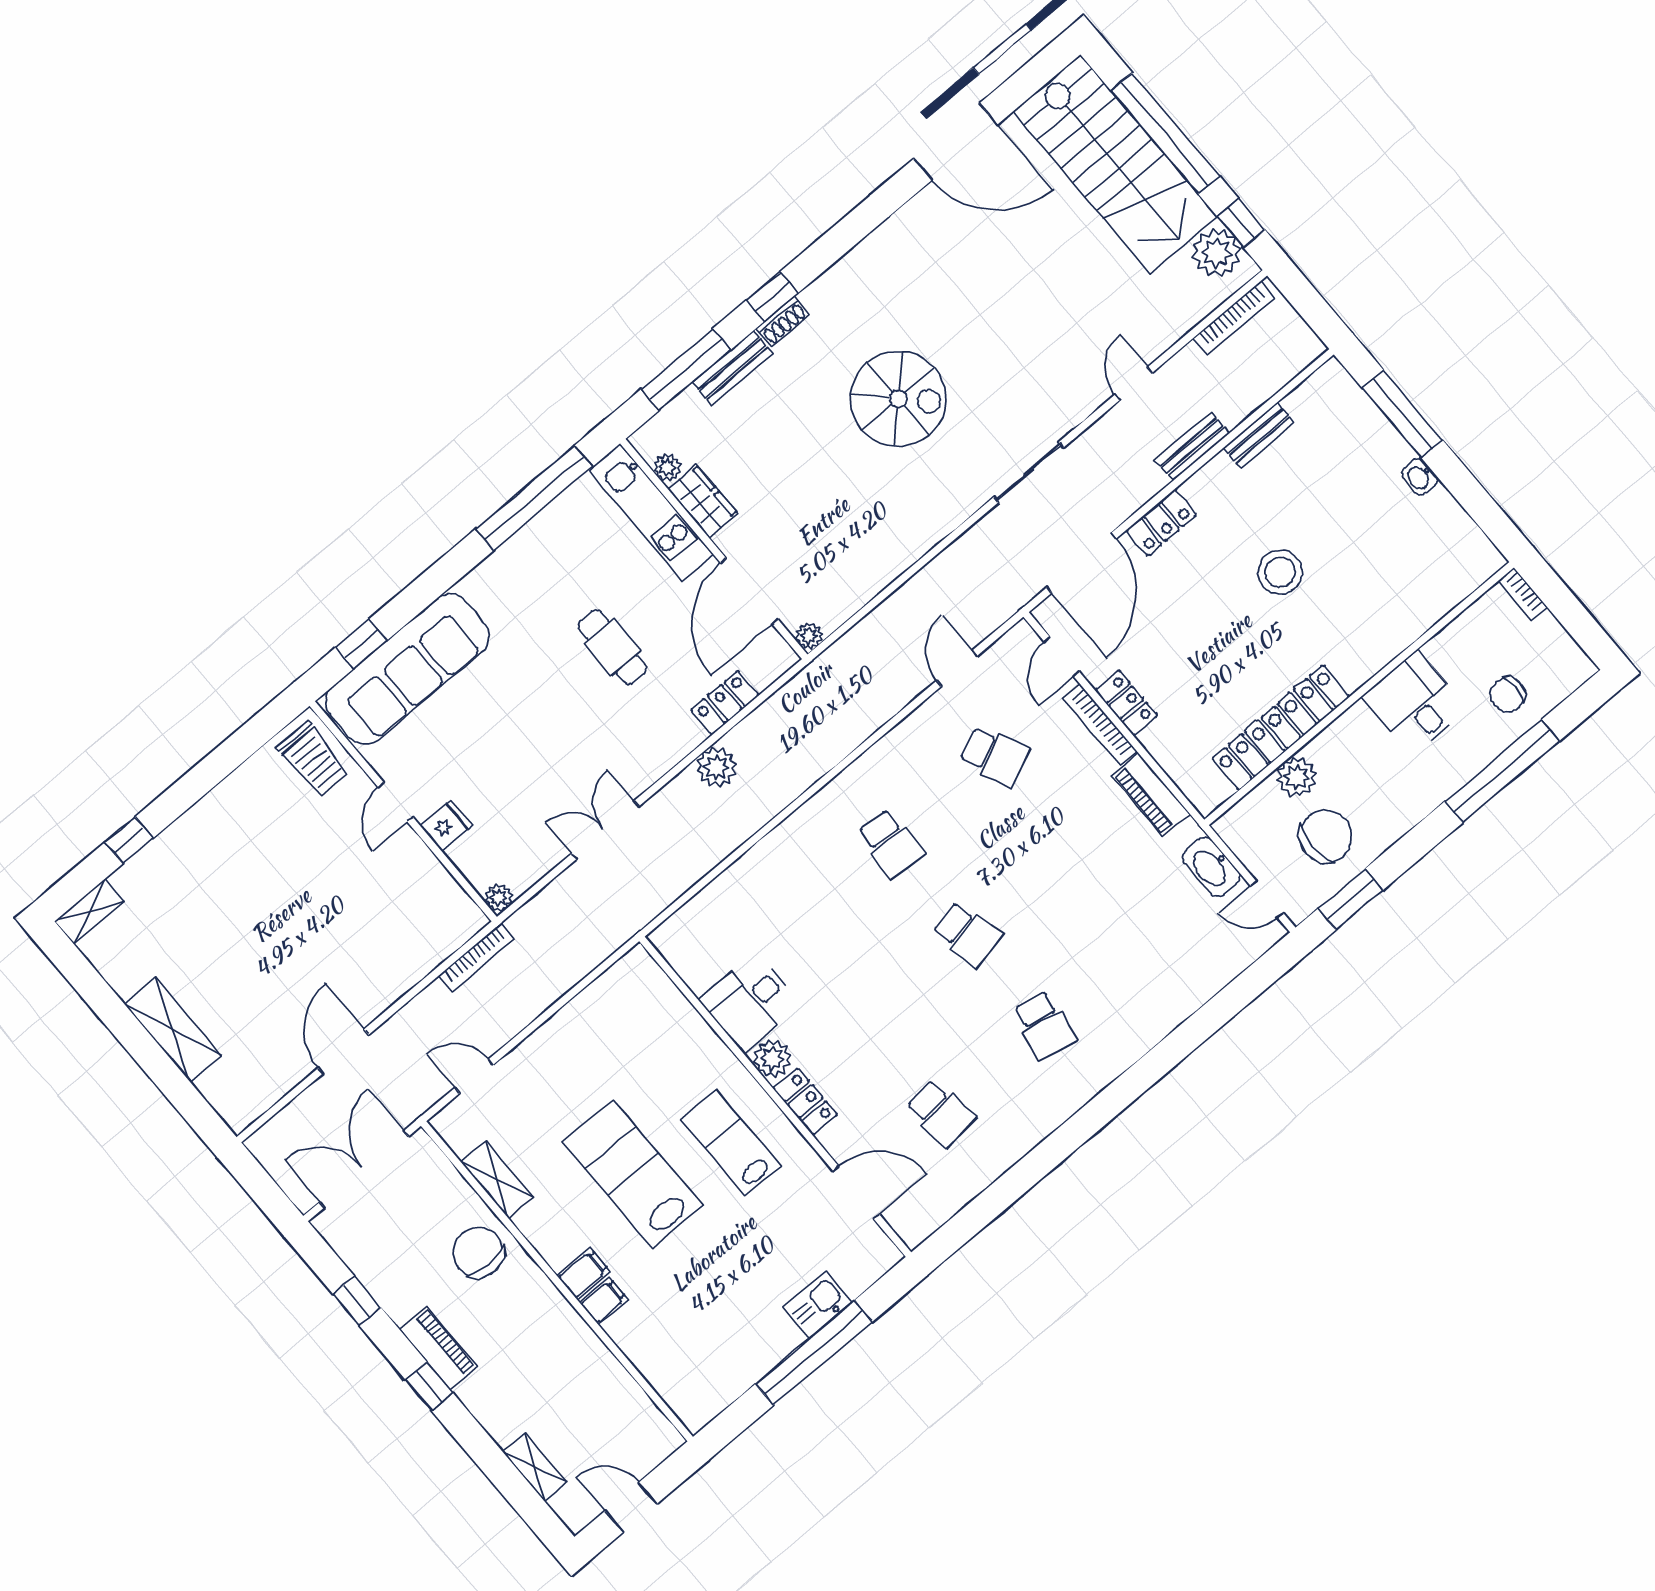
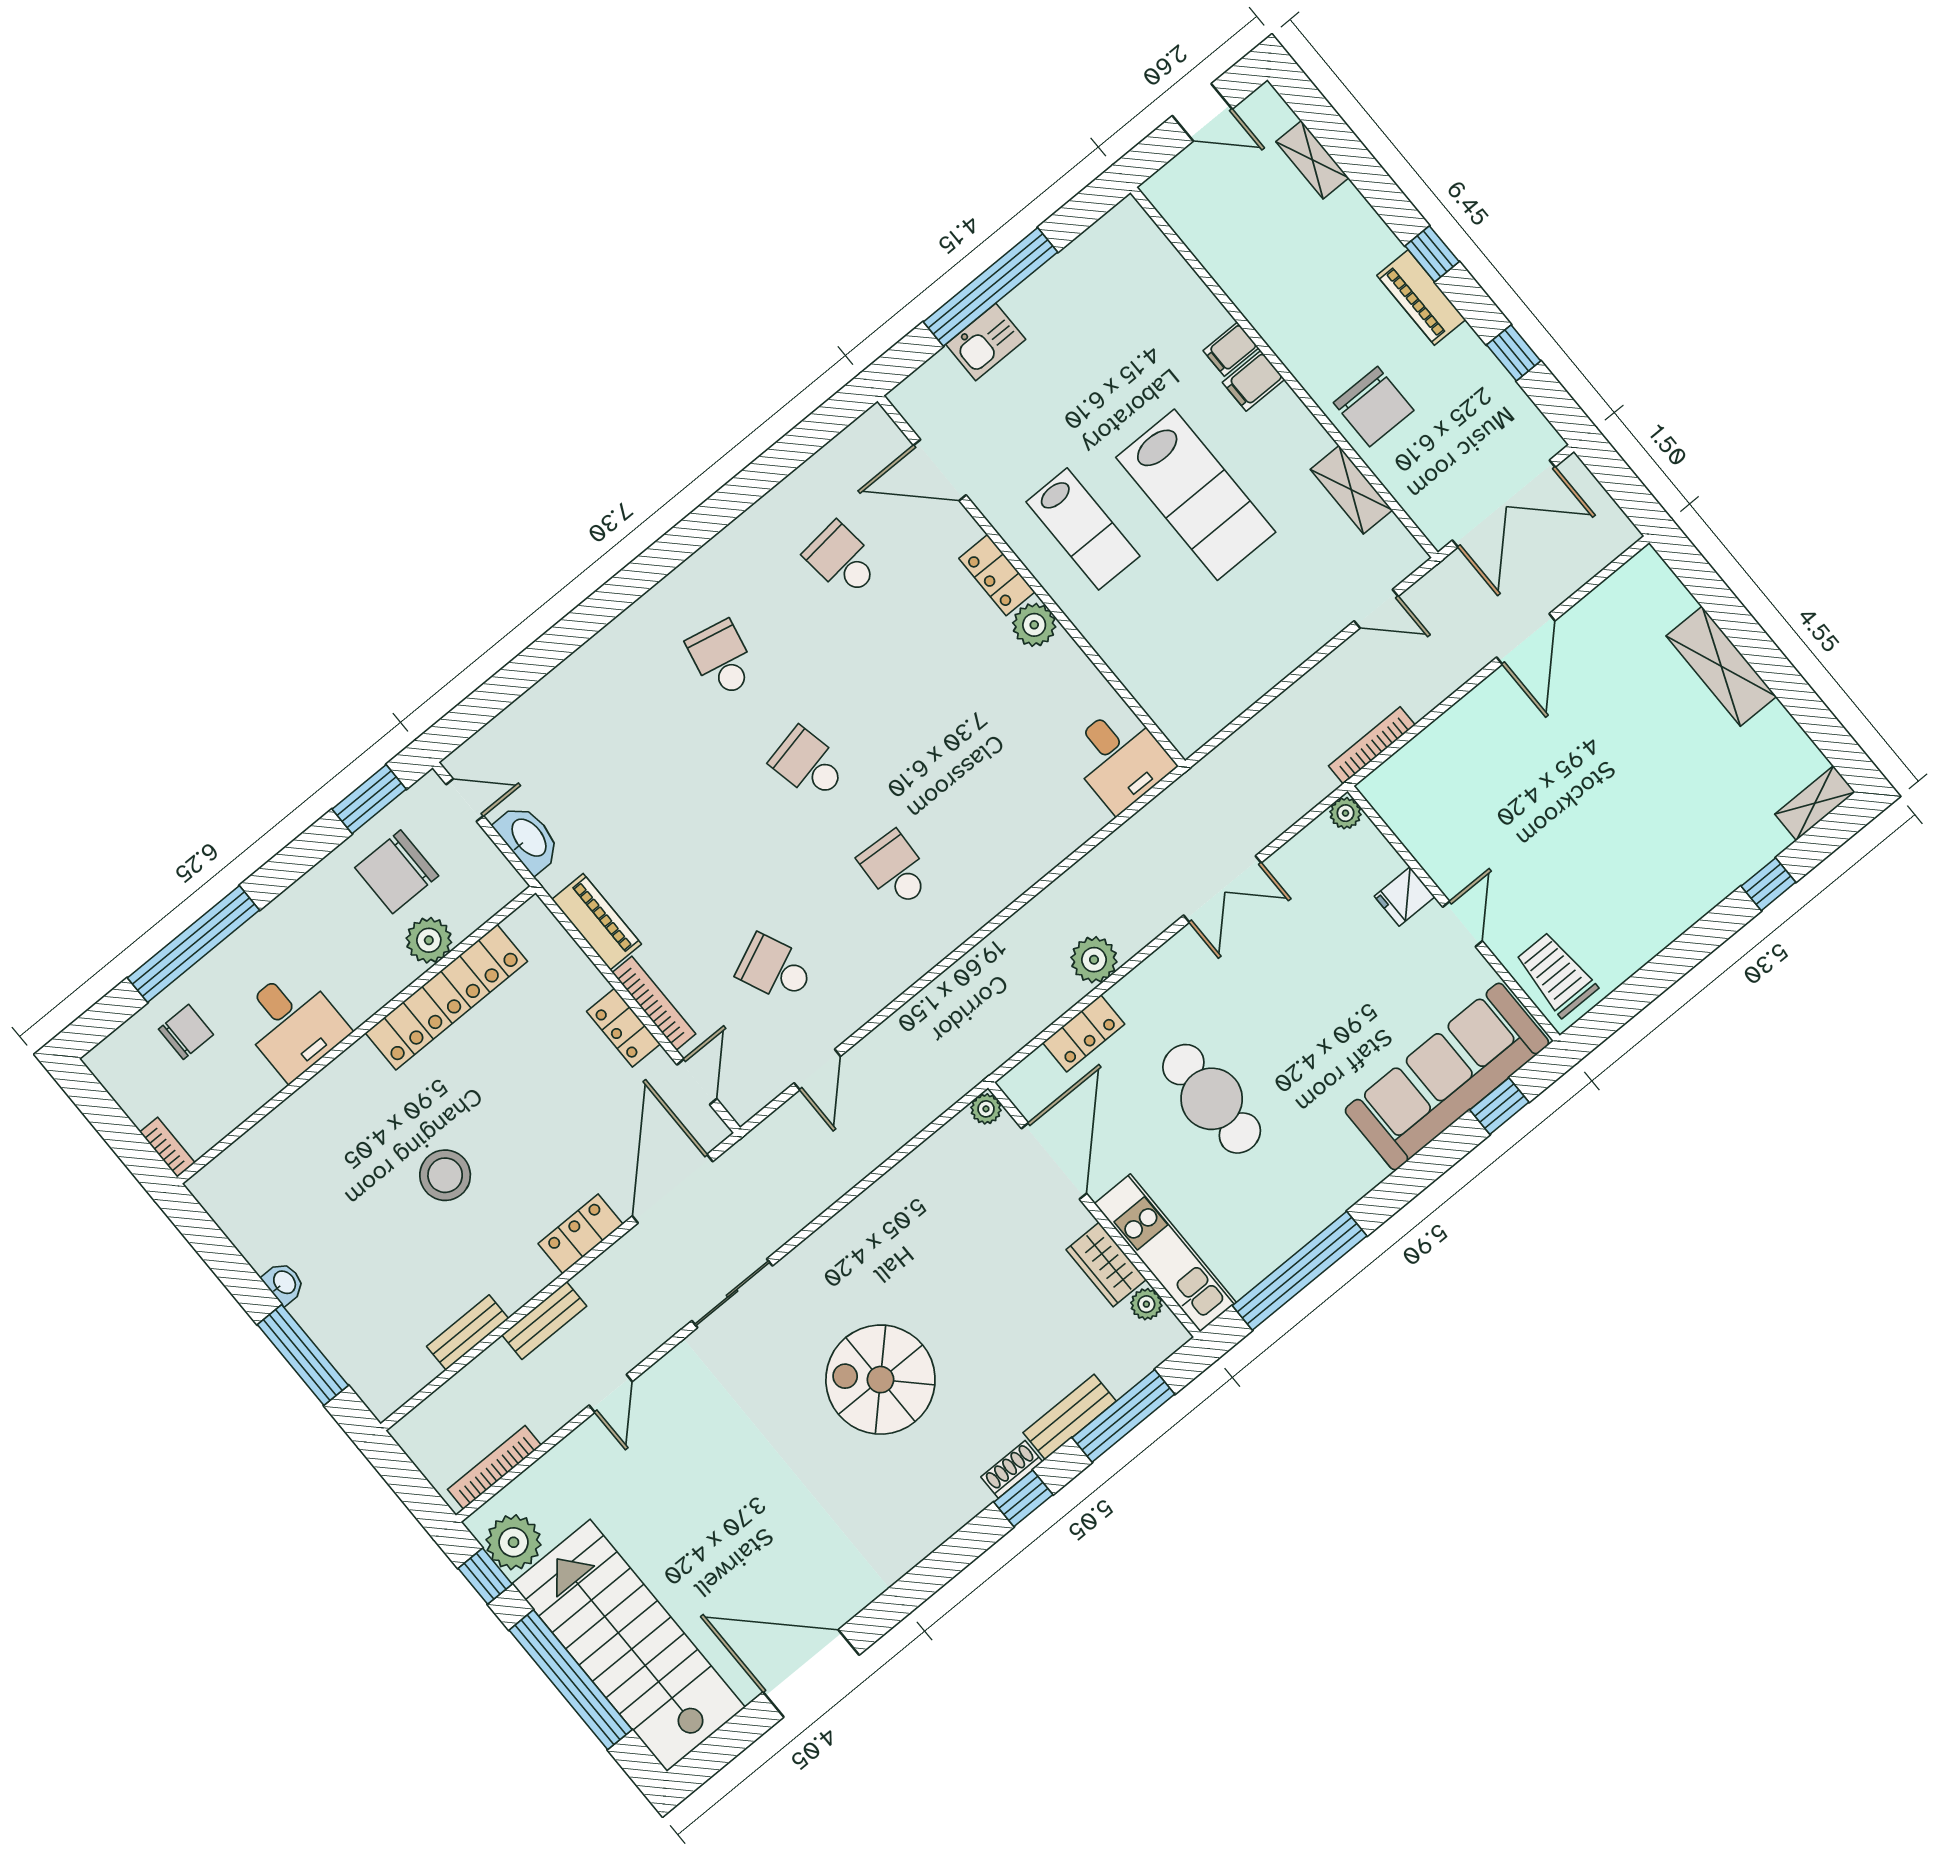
cafe table: (612, 647) -> (1212, 1099), width x1.37, depth x1.35
desk: (750, 1003) -> (1120, 758), moved, turned 90

